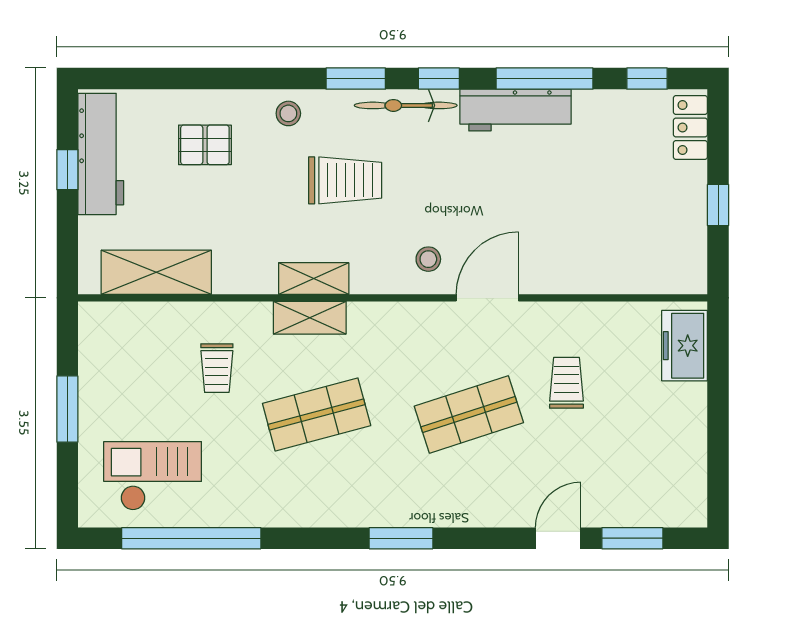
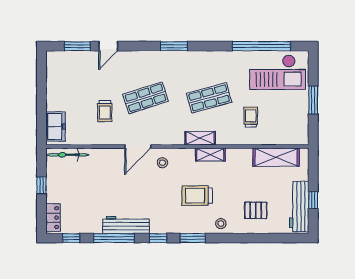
bicycle: (406, 105) -> (67, 155), moved, turned 180
shelving: (310, 318) -> (200, 138), moved
checkout: (153, 476) -> (278, 72), width x1.36, depth x1.21

